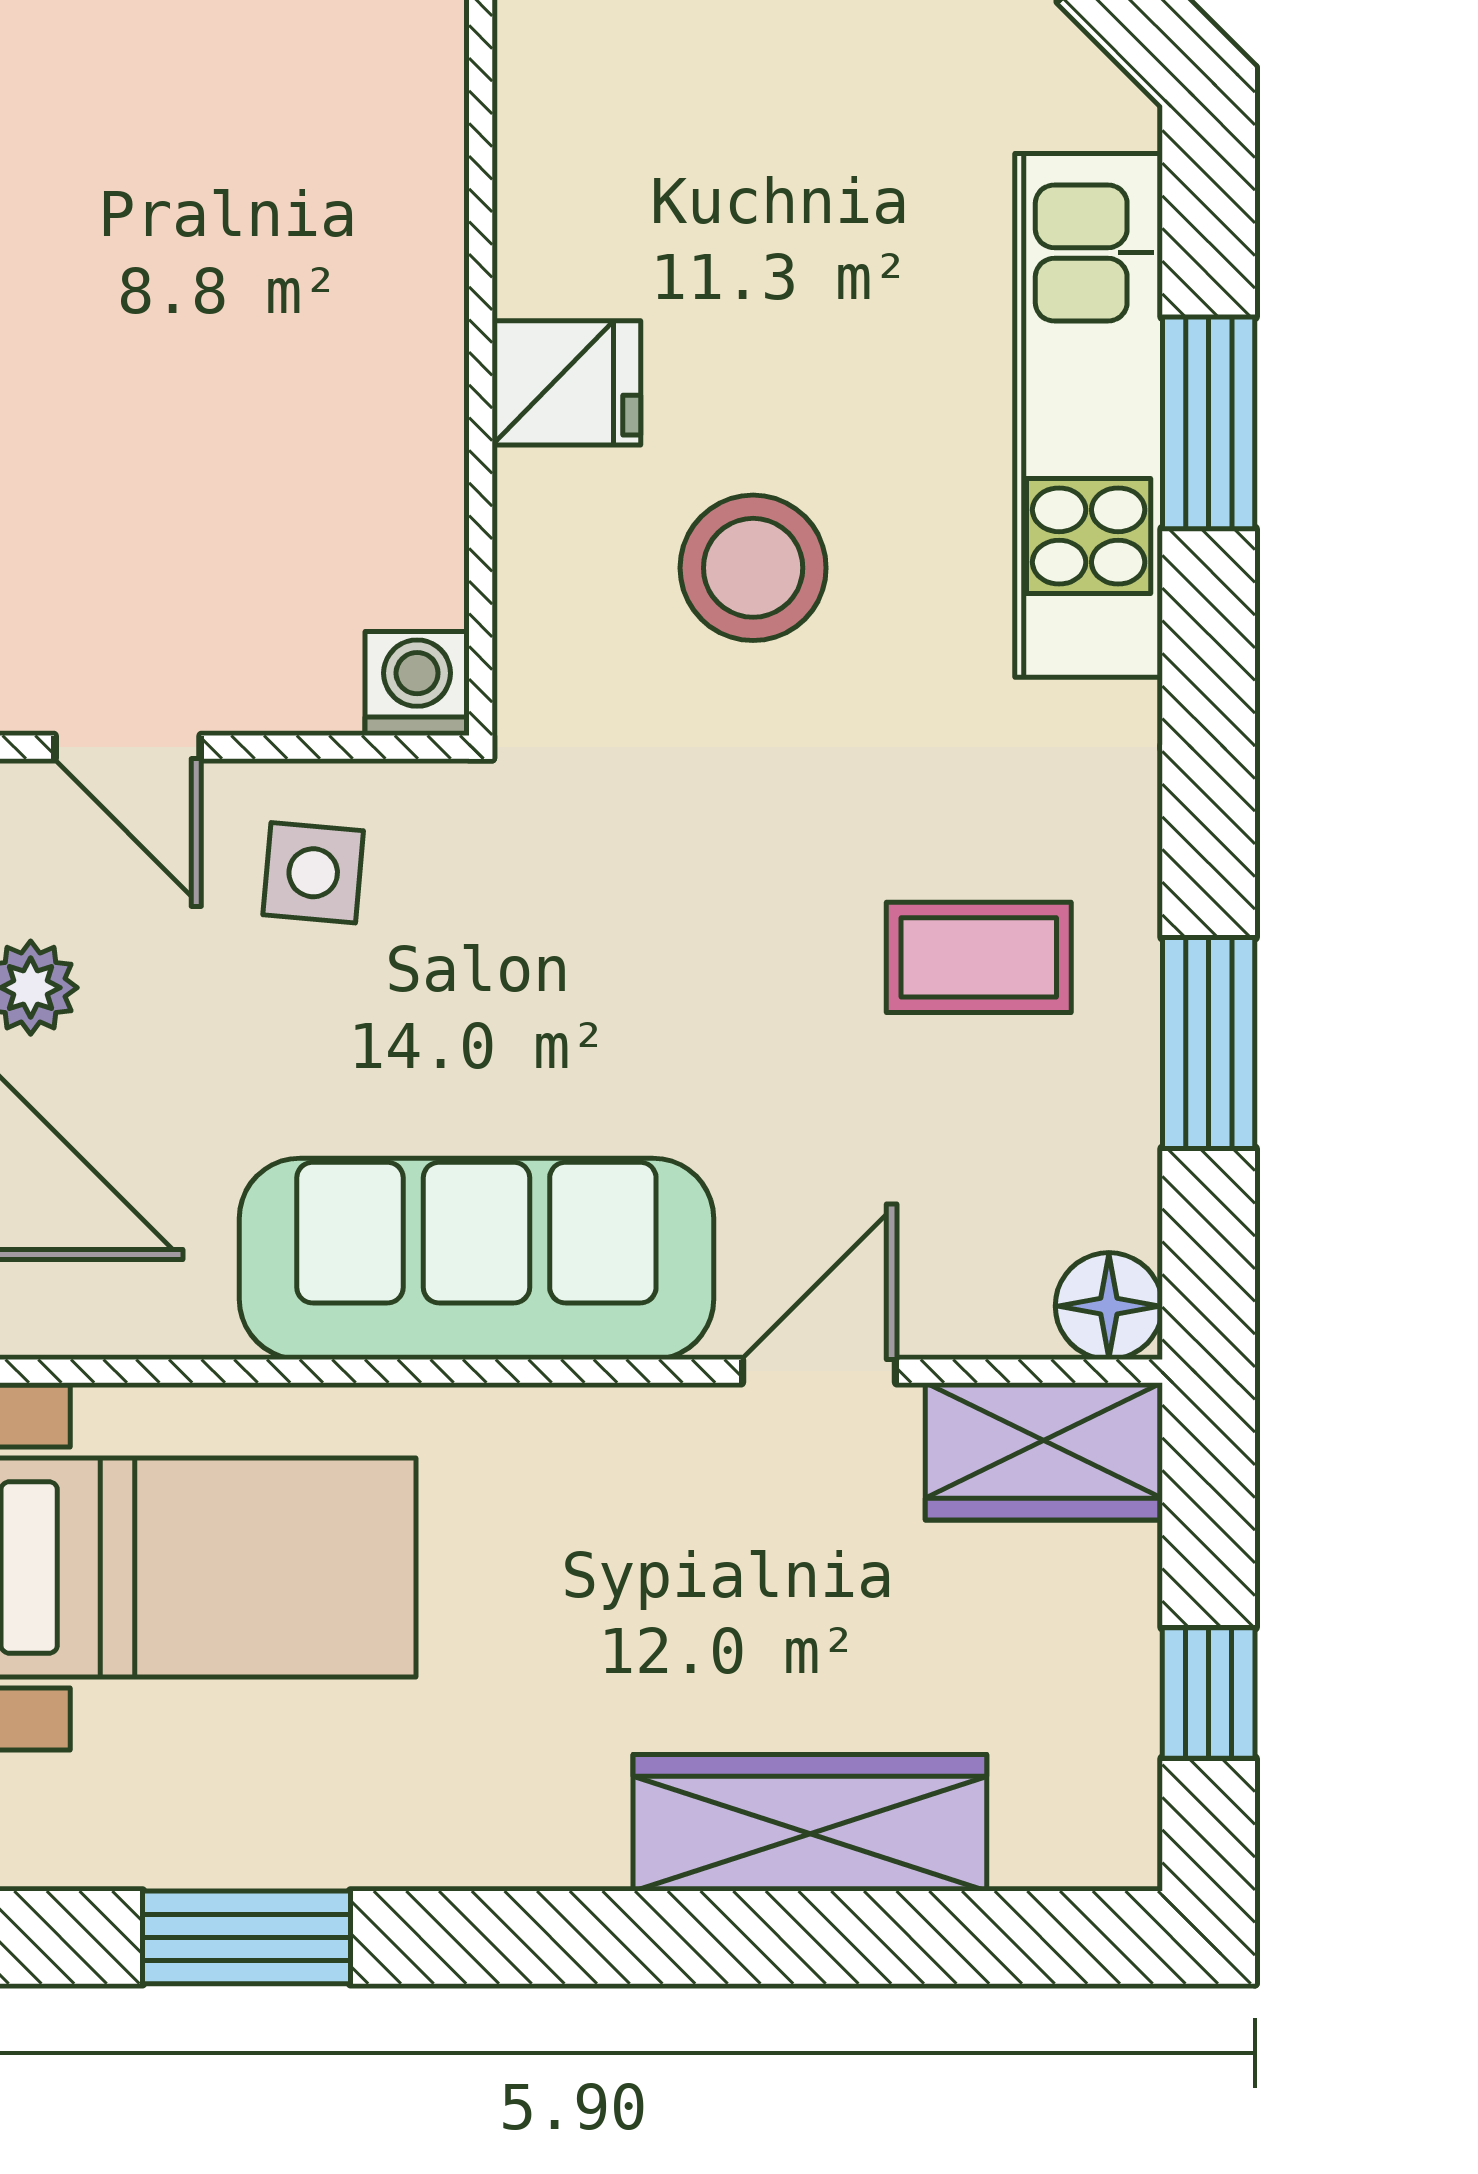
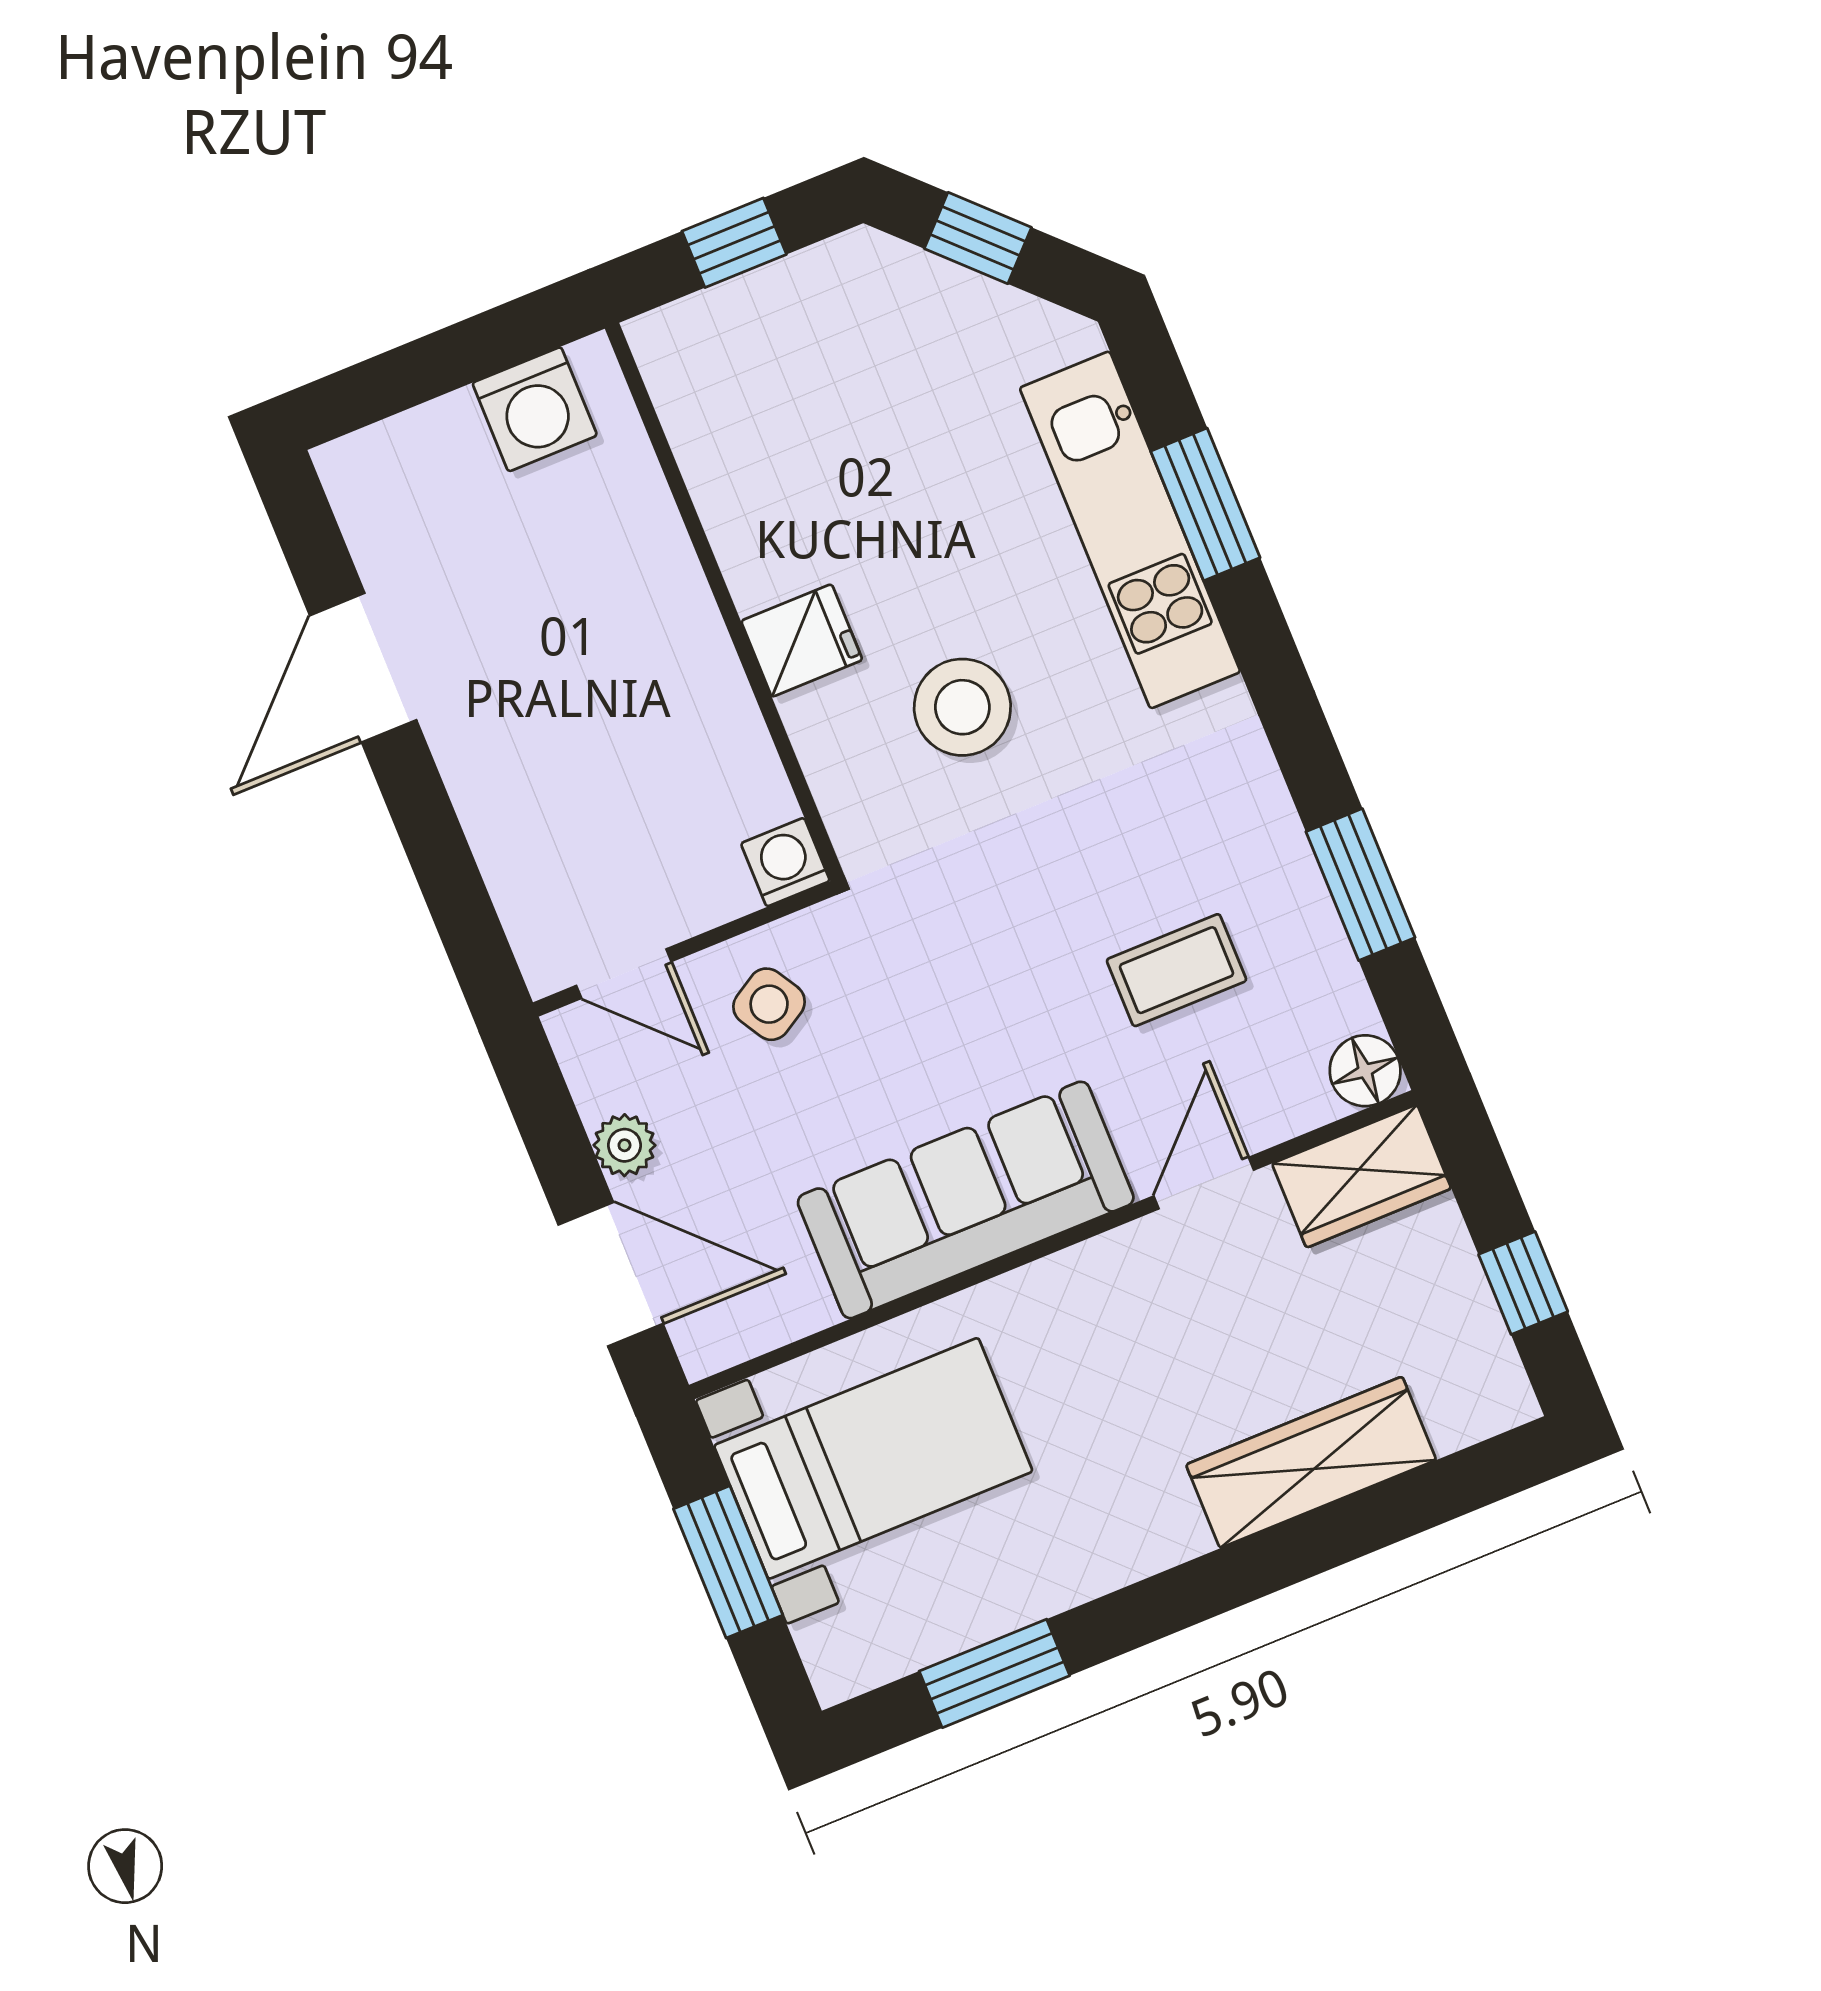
side table: (313, 873) -> (769, 1004), turned -36
coffee table: (979, 957) -> (1176, 970), moved

